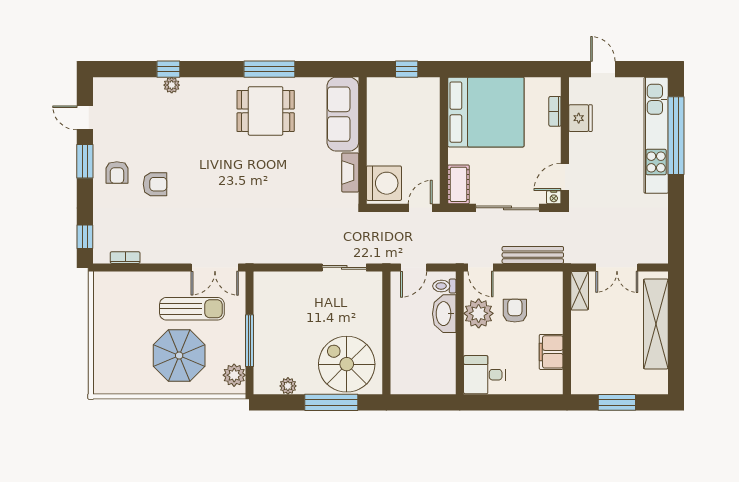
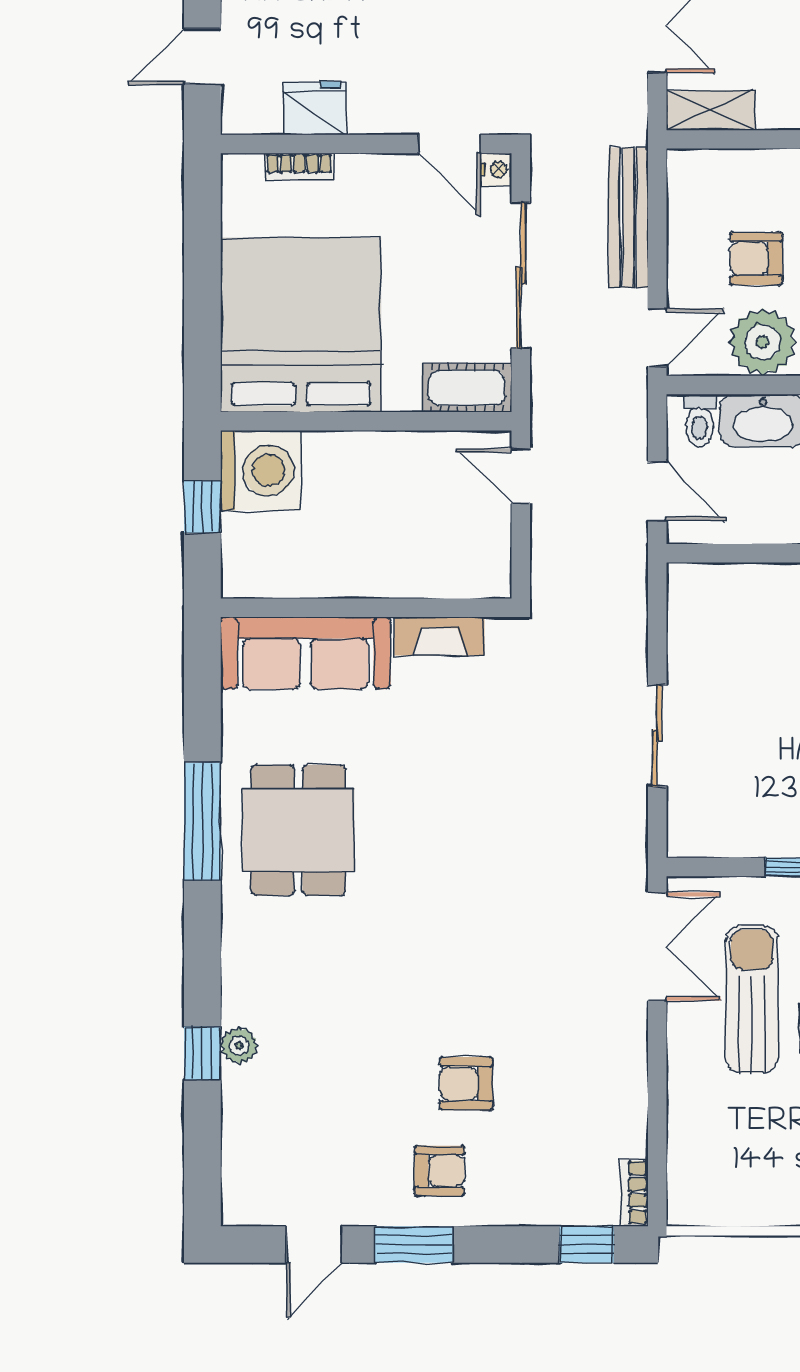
washing machine: (384, 183) -> (260, 470), moved, turned 90
armchair: (155, 184) -> (466, 1084), turned -90
bookcase: (125, 258) -> (635, 1192), moved
sliding door: (344, 267) -> (657, 736), moved

